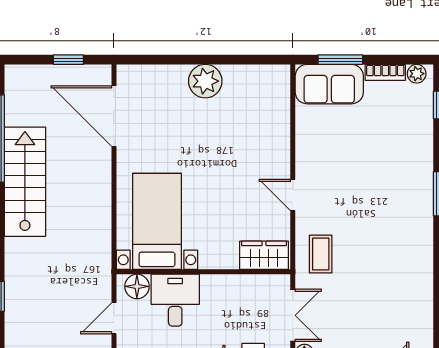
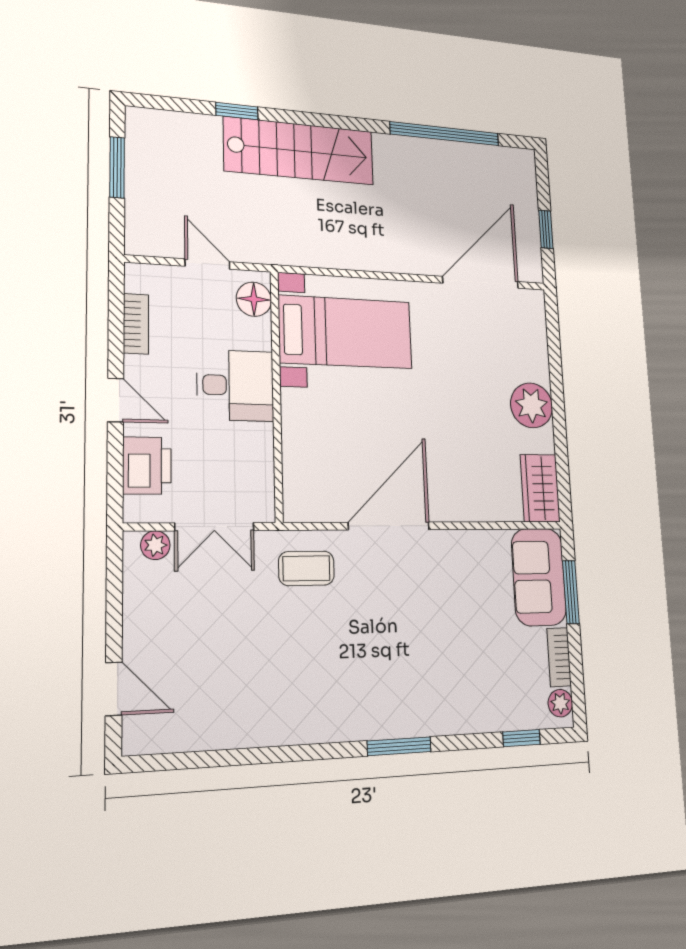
stairs: (25, 182) -> (299, 151), moved
door: (293, 195) -> (389, 526), width x1.88
wardrobe: (264, 255) -> (540, 488), moved, turned 180
desk: (175, 300) -> (235, 385), moved

